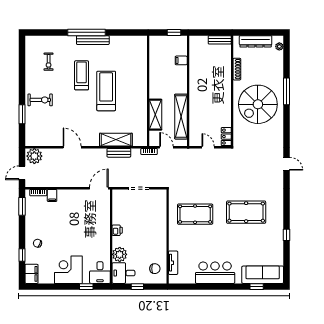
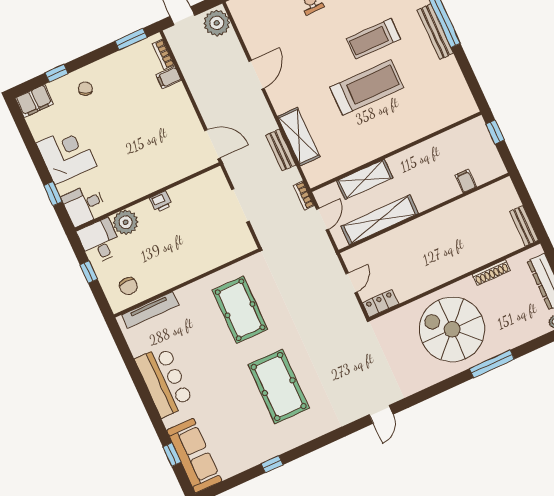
window: (174, 32) -> (495, 132), moved
treadmill: (82, 75) -> (373, 39), turned 180
tv unit: (173, 263) -> (150, 310), width x1.41

